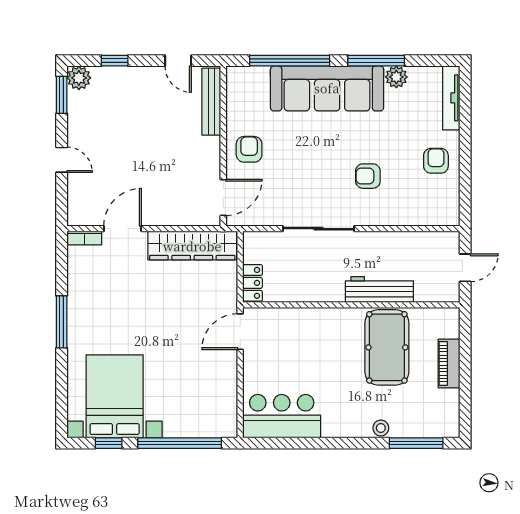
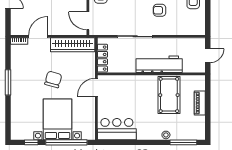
door: (223, 197) -> (88, 21), swing flipped
locker: (252, 283) -> (102, 58), width x1.53
workbench: (379, 289) -> (159, 64), width x1.36, depth x1.32
chair: (153, 316) -> (53, 79), added
bed with nightstands: (115, 396) -> (57, 119), moved

